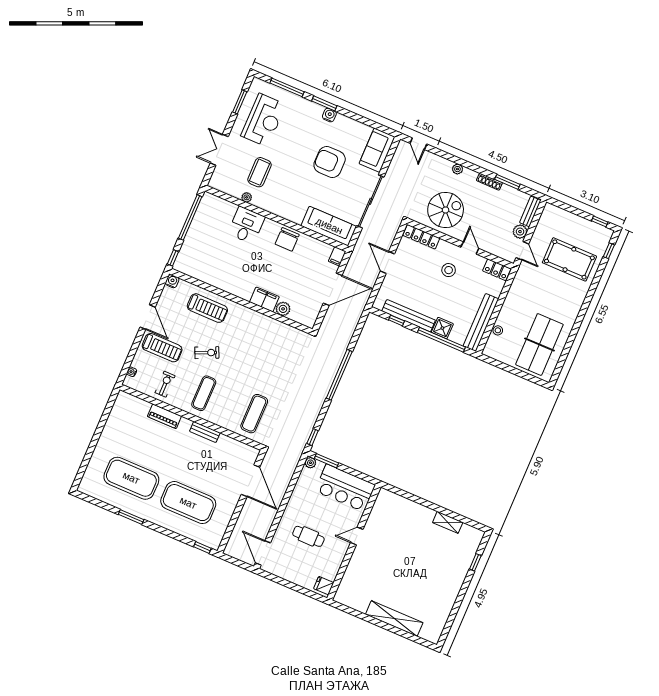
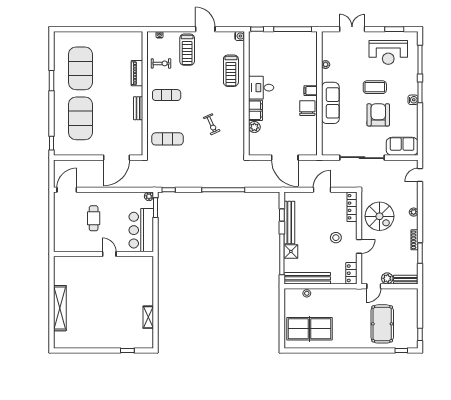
coffee table: (259, 172) -> (375, 87), moved
desk: (246, 225) -> (261, 88), moved, turned 180
sofa: (329, 226) -> (330, 103), moved
chair: (287, 239) -> (307, 108), turned 90
filing cabinet: (337, 256) -> (311, 91), moved
door: (148, 317) -> (205, 29), swing flipped
exercise bike: (207, 353) -> (212, 124), moved
fridge: (324, 586) -> (62, 245), removed

